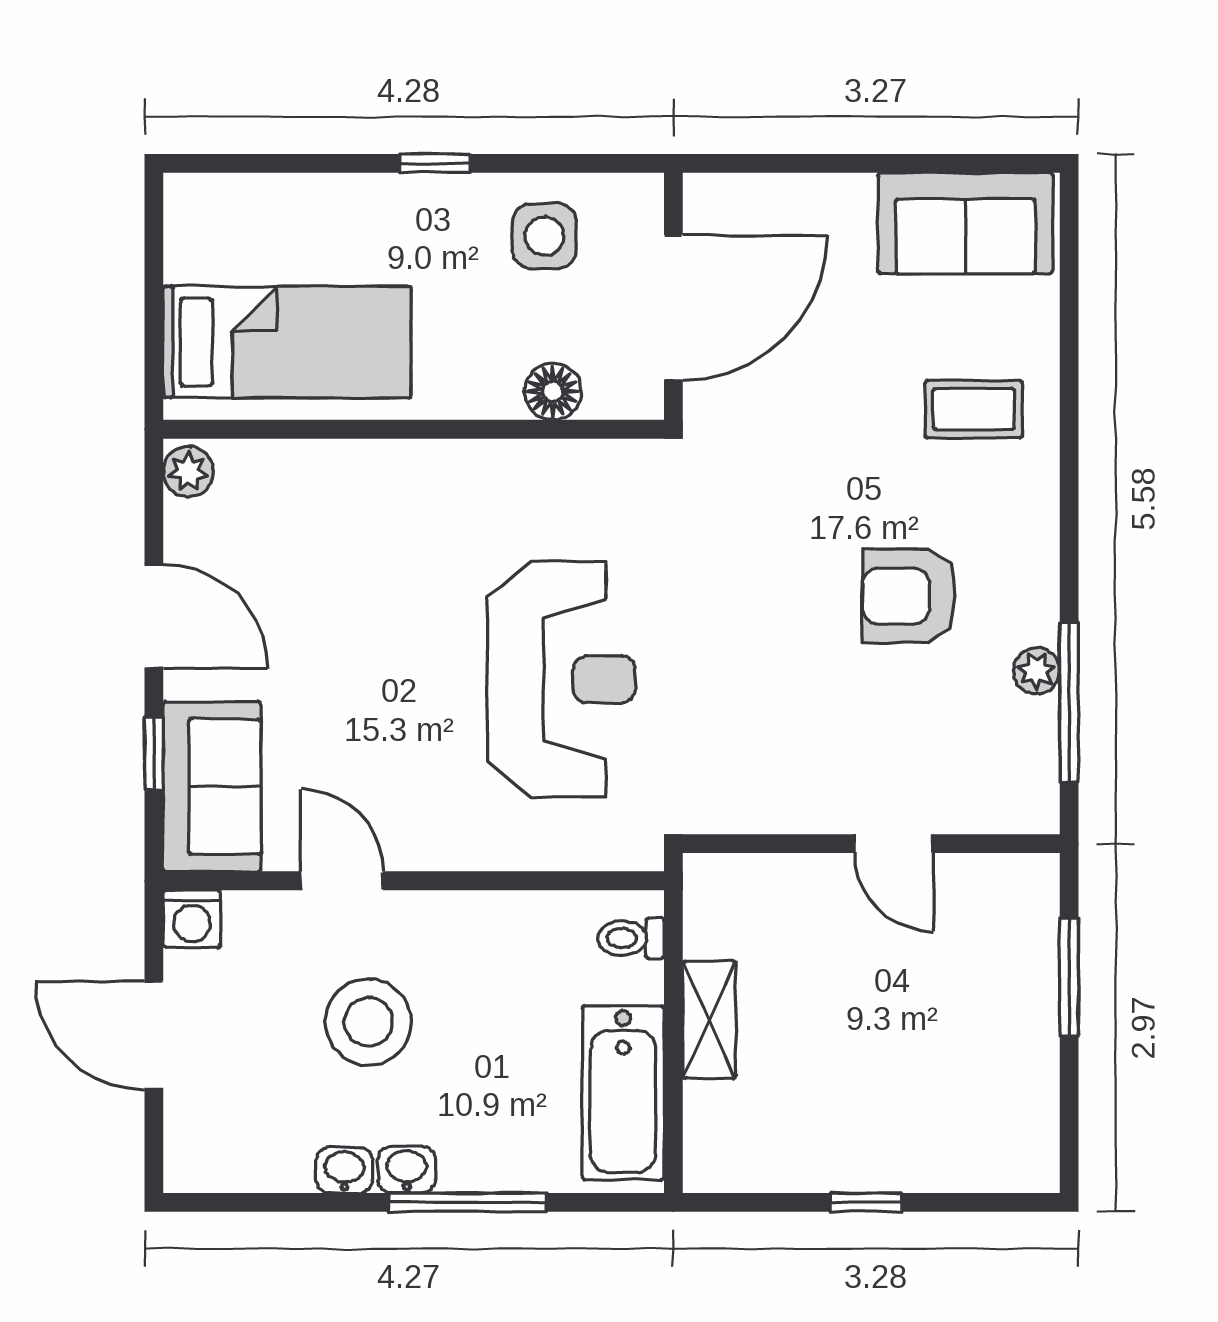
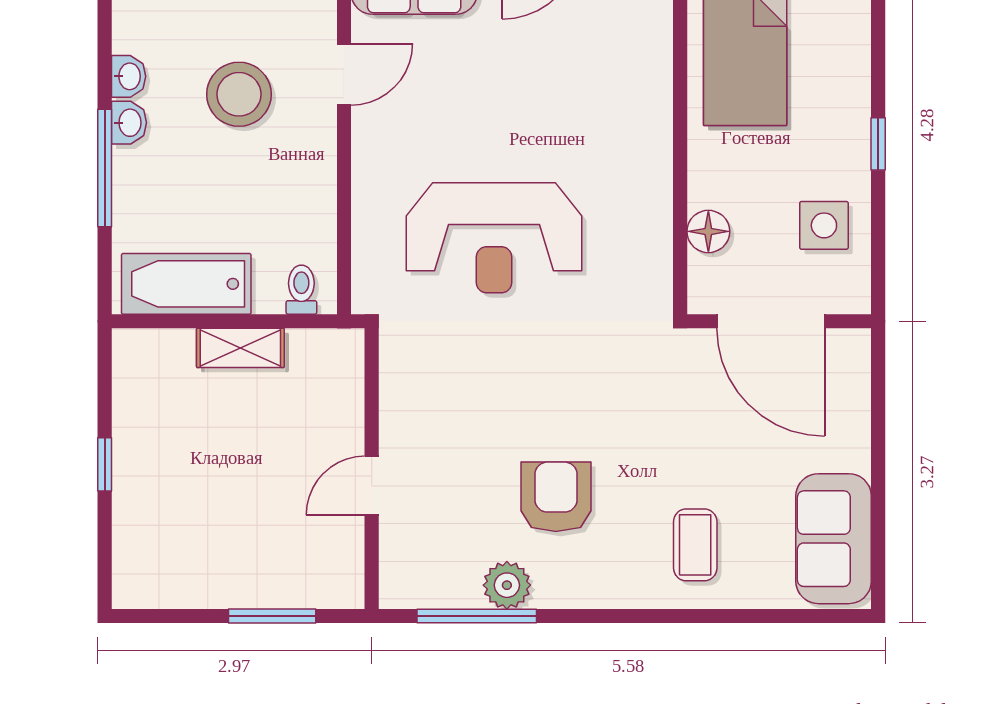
plant: (1037, 671) -> (507, 585), width x1.38, depth x1.38

